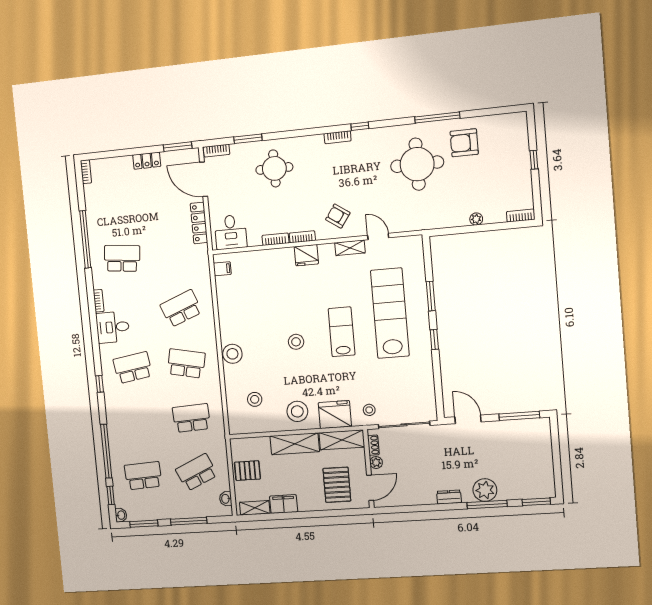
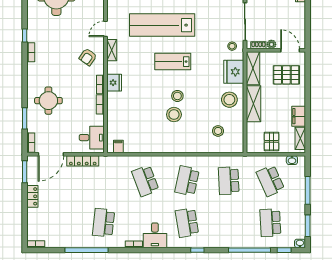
stool: (232, 354) -> (174, 115), moved

